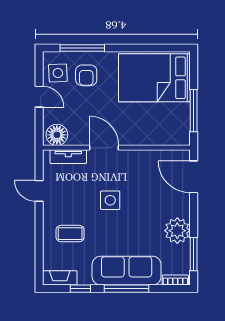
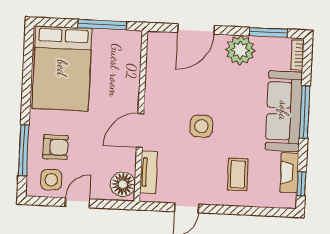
door: (194, 177) -> (196, 29), moved
fireplace: (60, 278) -> (289, 173), moved
window: (80, 289) -> (301, 184), moved

